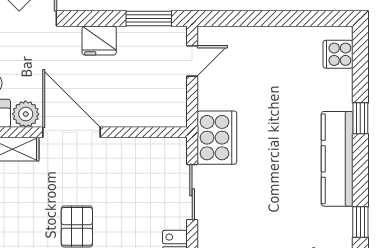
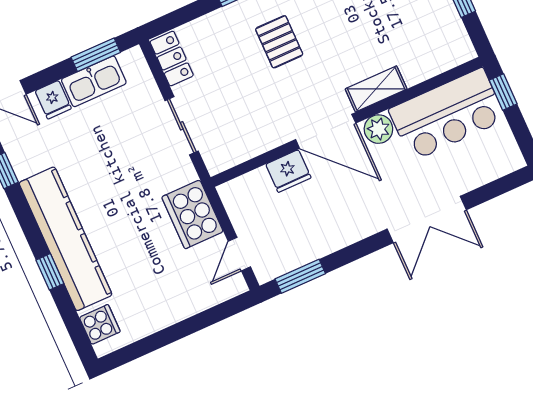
fridge: (99, 41) -> (288, 171), moved, turned 180
cooker: (217, 138) -> (192, 214), moved
kitchen counter: (337, 159) -> (65, 239), width x1.39, depth x1.17

